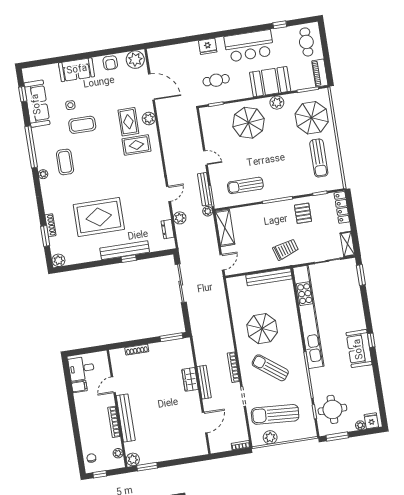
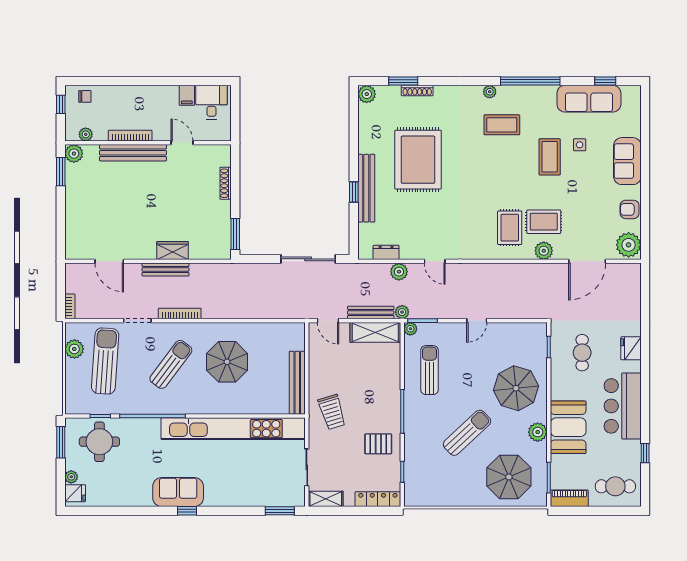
sun lounger: (319, 158) -> (467, 433), moved, turned 137
bench: (205, 189) -> (371, 313), moved
plant: (218, 203) -> (410, 329), added

